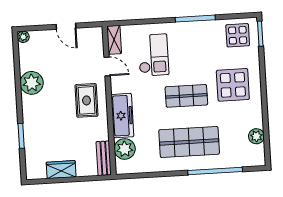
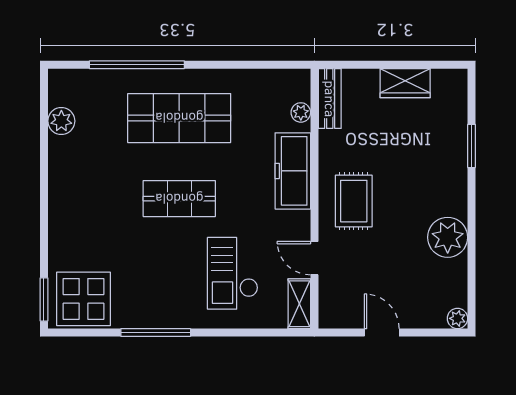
display table: (238, 35) -> (84, 299), width x1.36, depth x1.36
display table: (233, 85) -> (97, 213), removed
plant: (125, 149) -> (301, 112), width x0.53, depth x0.53

